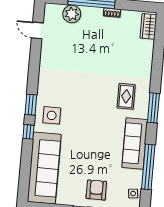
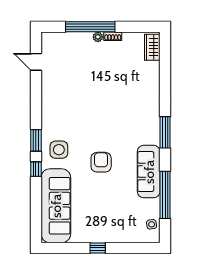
plant: (72, 14) -> (98, 37), moved, width x0.53, depth x0.53
rug: (126, 96) -> (135, 123), removed
armchair: (96, 190) -> (101, 162), moved

